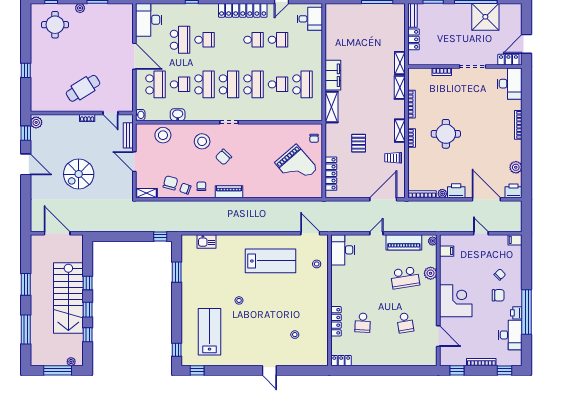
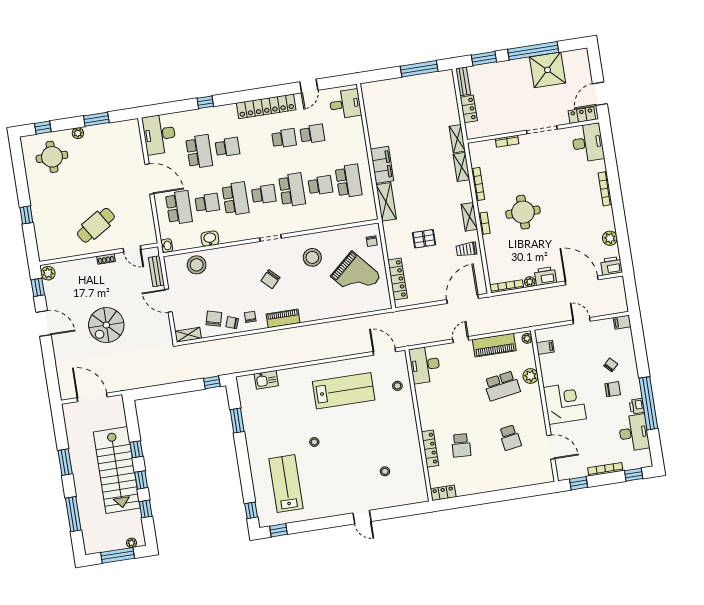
school desk: (229, 84) -> (264, 194), width x0.54
stool: (202, 141) -> (312, 257), moved
pallet: (359, 143) -> (424, 239), turned 90

